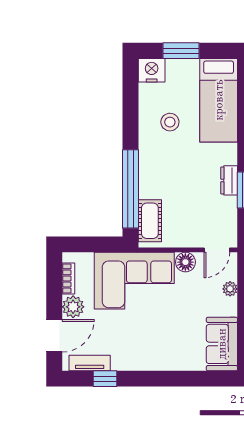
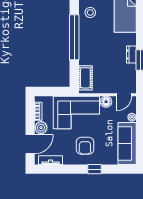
stool: (170, 122) -> (90, 12), moved
window: (131, 189) -> (74, 37), moved
armchair: (149, 338) -> (85, 146), added
sofa: (222, 344) -> (127, 144), width x1.36
window: (105, 379) -> (94, 169), moved

